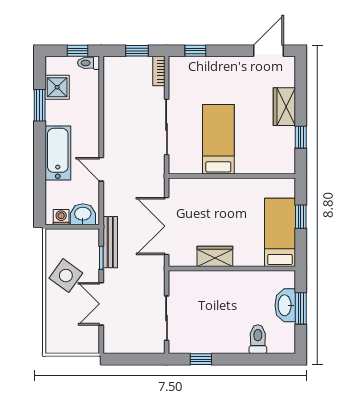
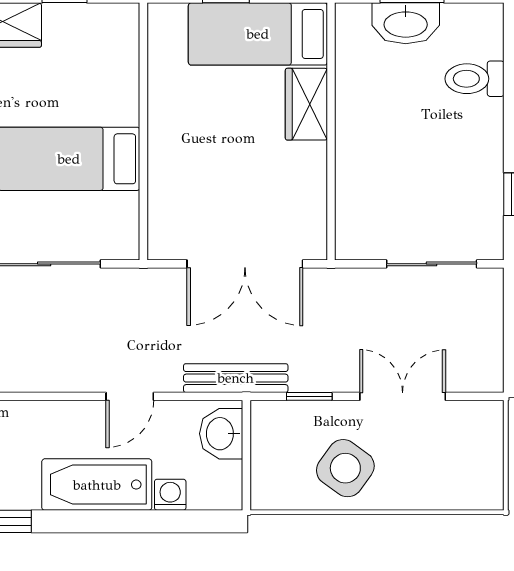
washing machine: (61, 217) -> (170, 495), moved, turned 90
bench: (110, 242) -> (236, 378), moved
wardrobe: (215, 256) -> (306, 104), moved
double door: (101, 304) -> (403, 396), swing flipped

